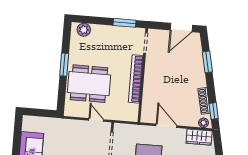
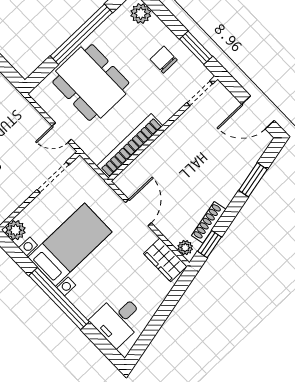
chair: (114, 42) -> (164, 60), added
window: (64, 65) -> (81, 34), width x2.11
bookcase: (136, 79) -> (130, 146), moved
door: (96, 120) -> (62, 133), swing flipped

